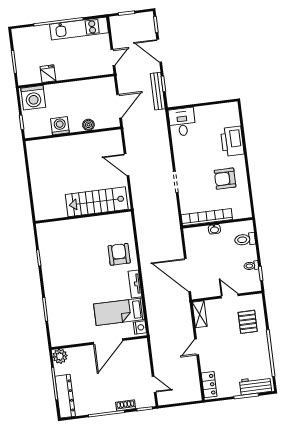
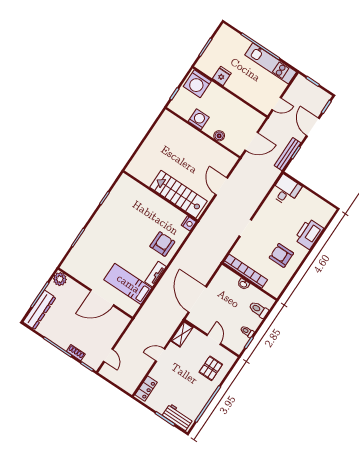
nightstand: (140, 328) -> (189, 223), moved

